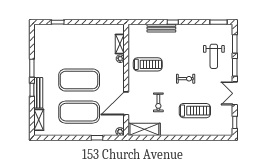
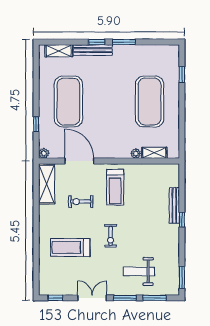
treadmill: (148, 64) -> (115, 187), moved
exercise mat: (79, 80) -> (150, 102), moved
treadmill: (195, 111) -> (70, 248), turned 90

